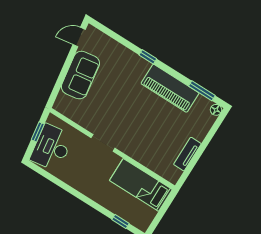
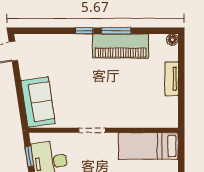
sofa: (80, 75) -> (38, 102), moved
window: (202, 91) -> (116, 31), moved
tv unit: (187, 154) -> (172, 79), moved

